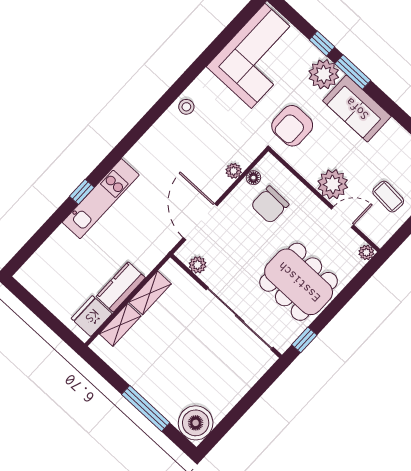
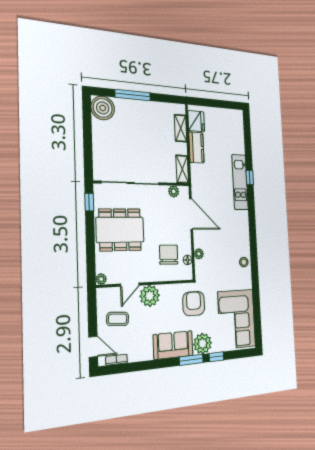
shelving: (150, 293) -> (182, 169), moved

